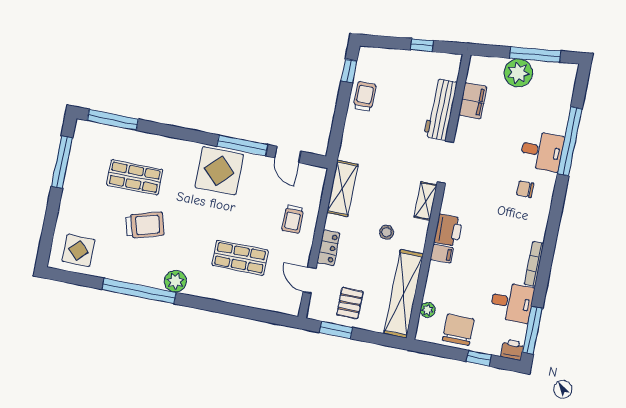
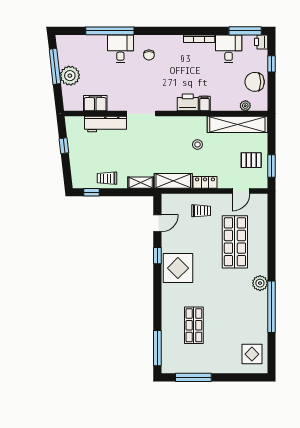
window: (242, 145) -> (157, 256), width x0.46
shelving: (426, 201) -> (141, 183), moved
trolley: (145, 225) -> (225, 312), removed
locker: (328, 248) -> (205, 182), moved
shop shelf: (240, 258) -> (235, 242), width x1.43, depth x1.36

